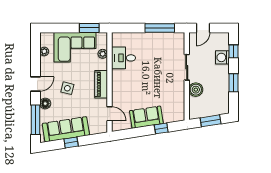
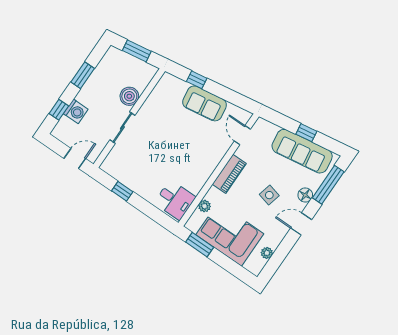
window: (160, 28) -> (122, 191), width x0.46
desk: (124, 58) -> (175, 200), moved

